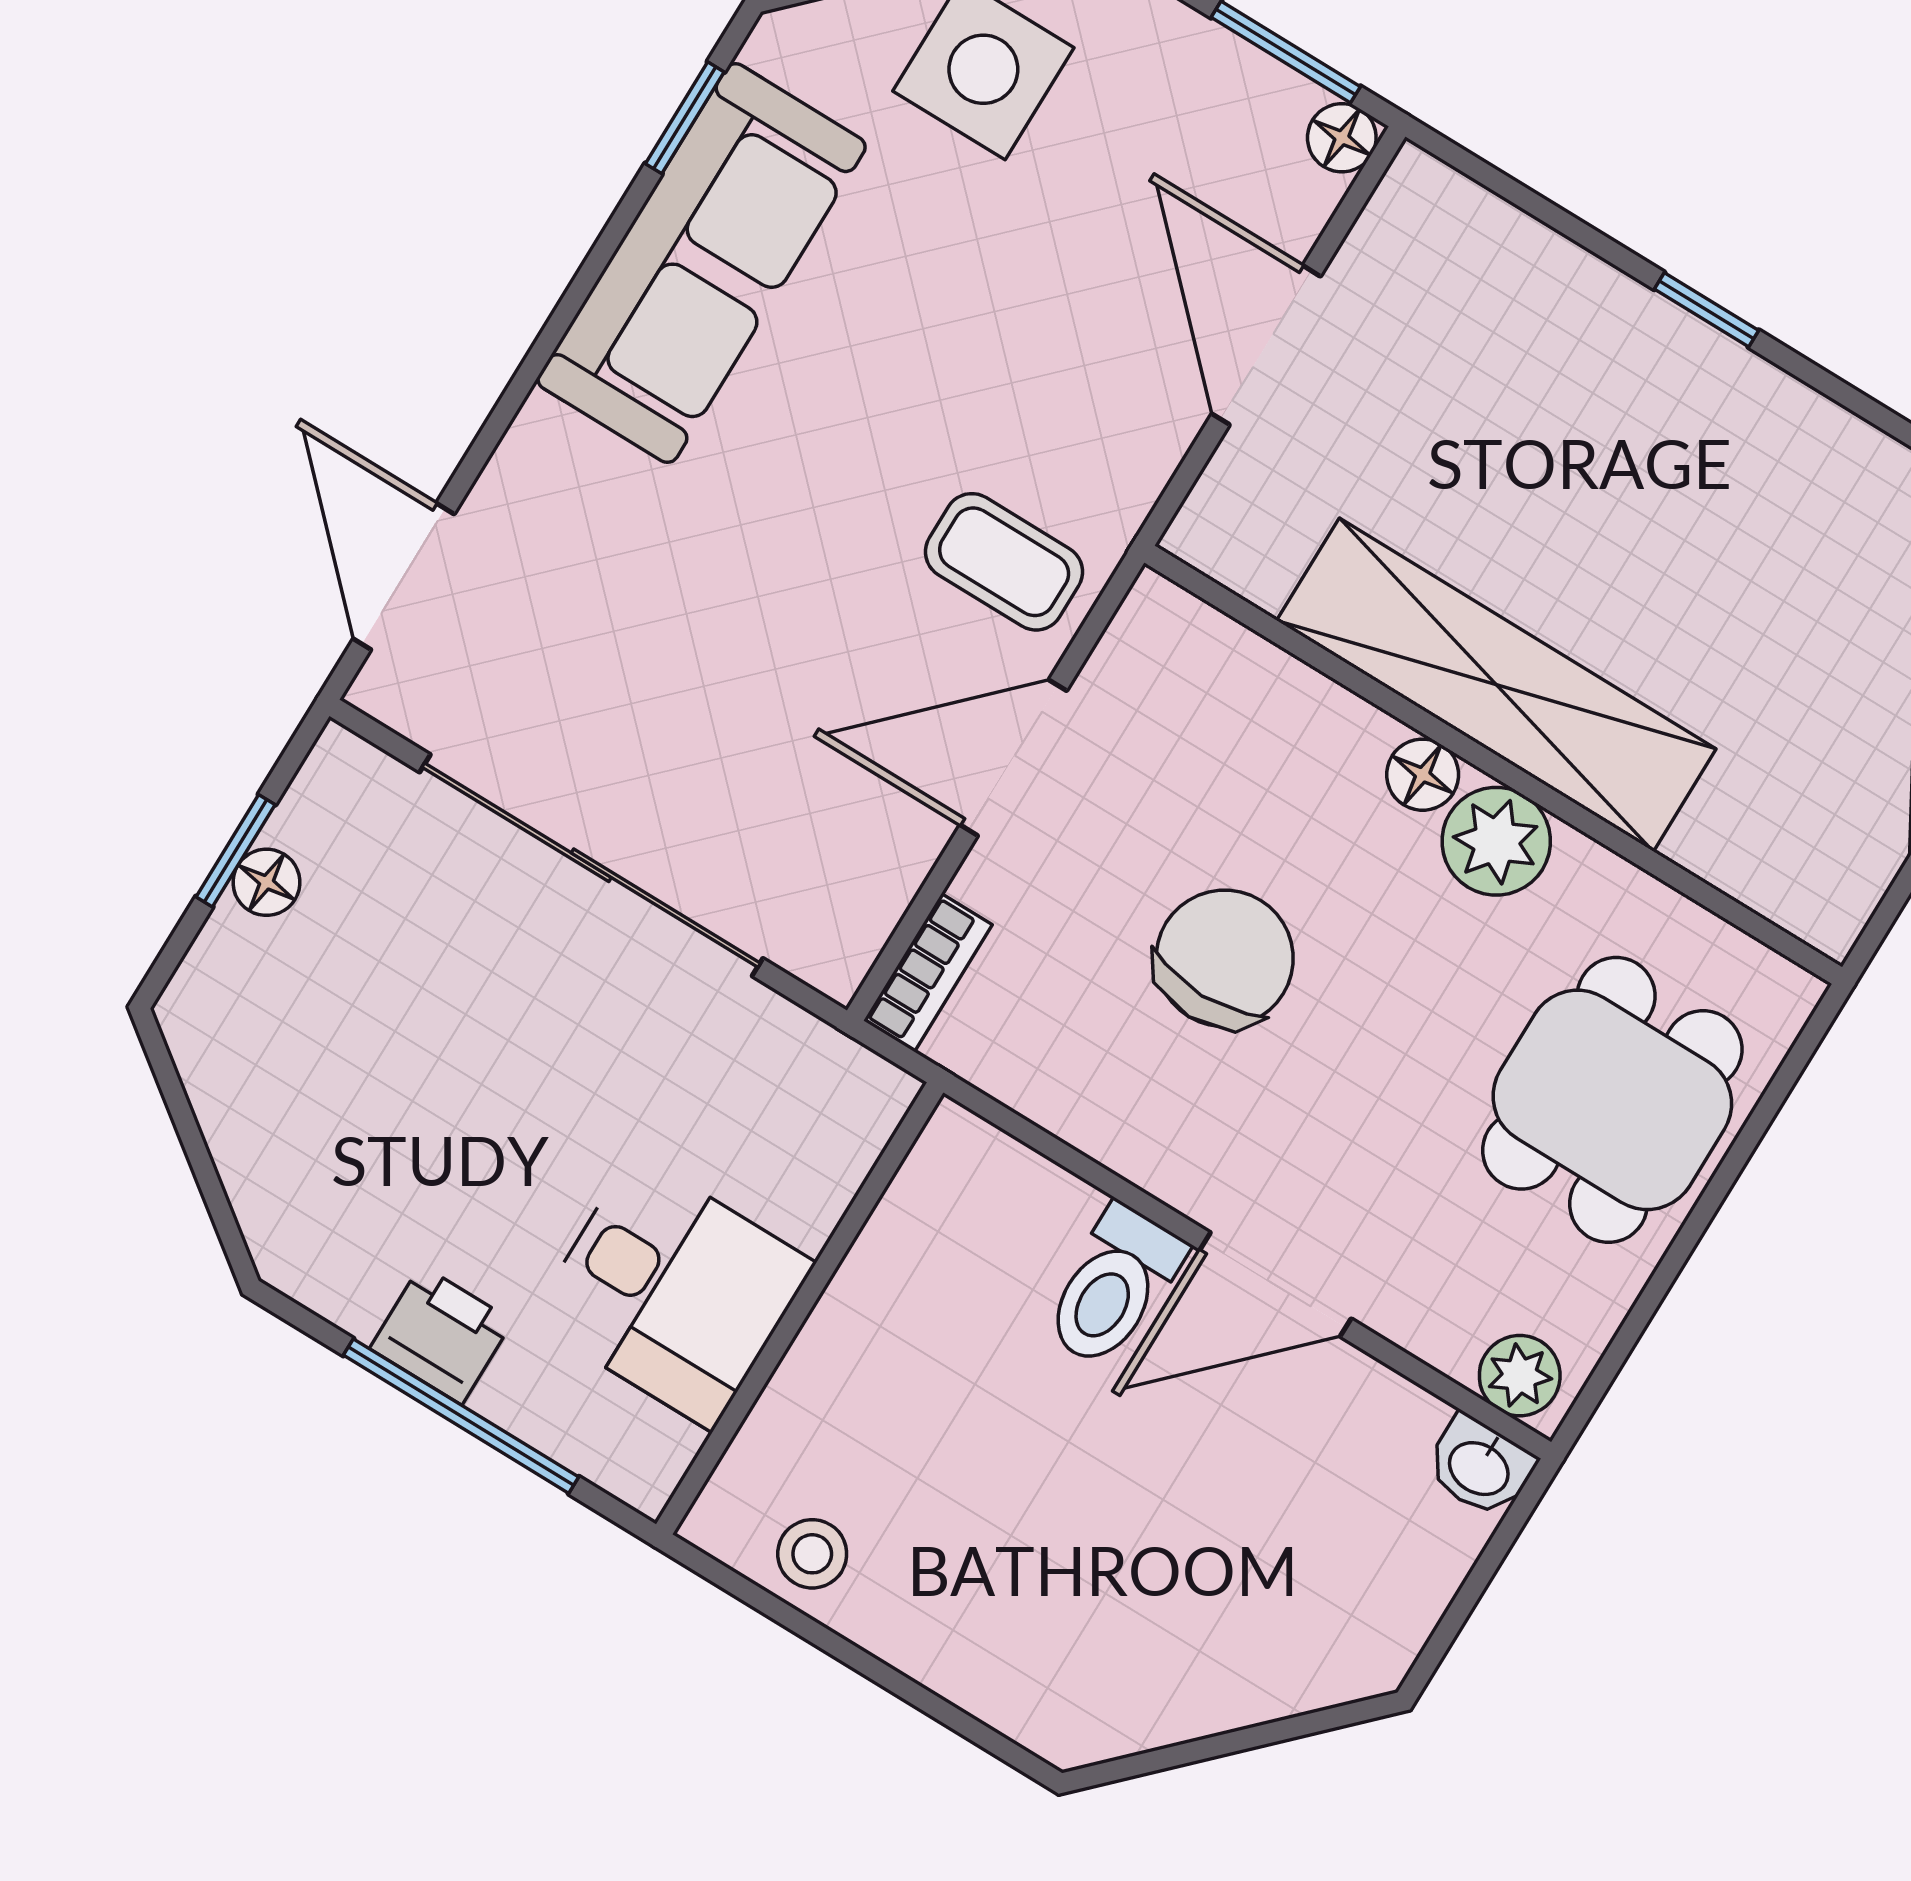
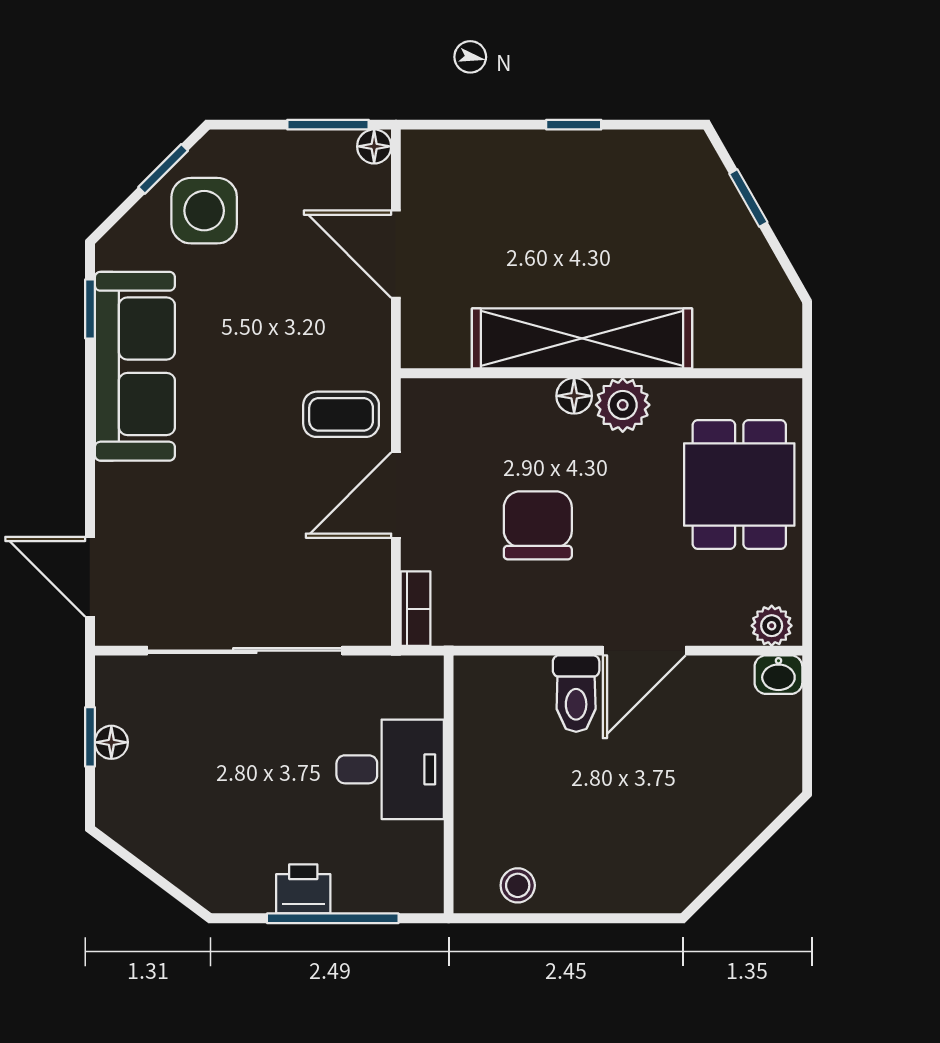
desk: (673, 1291) -> (390, 769), moved

